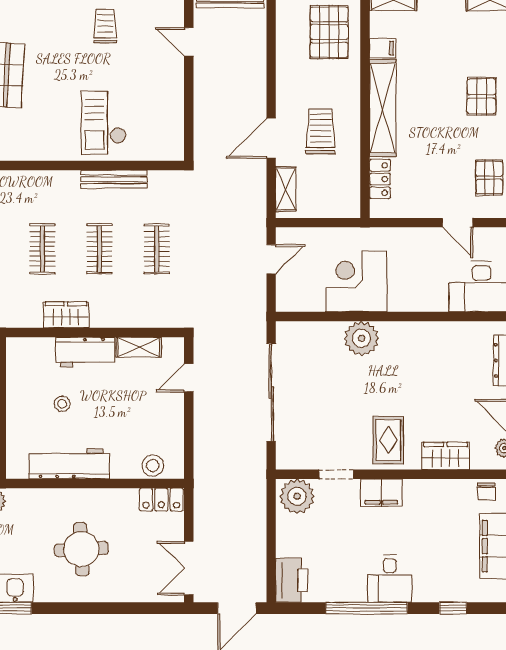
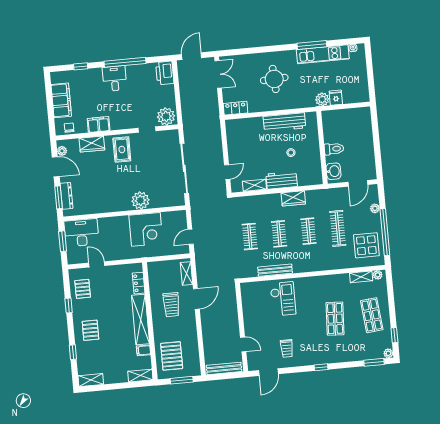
stool: (153, 466) -> (242, 125), removed
filing cabinet: (381, 493) -> (99, 124), moved

